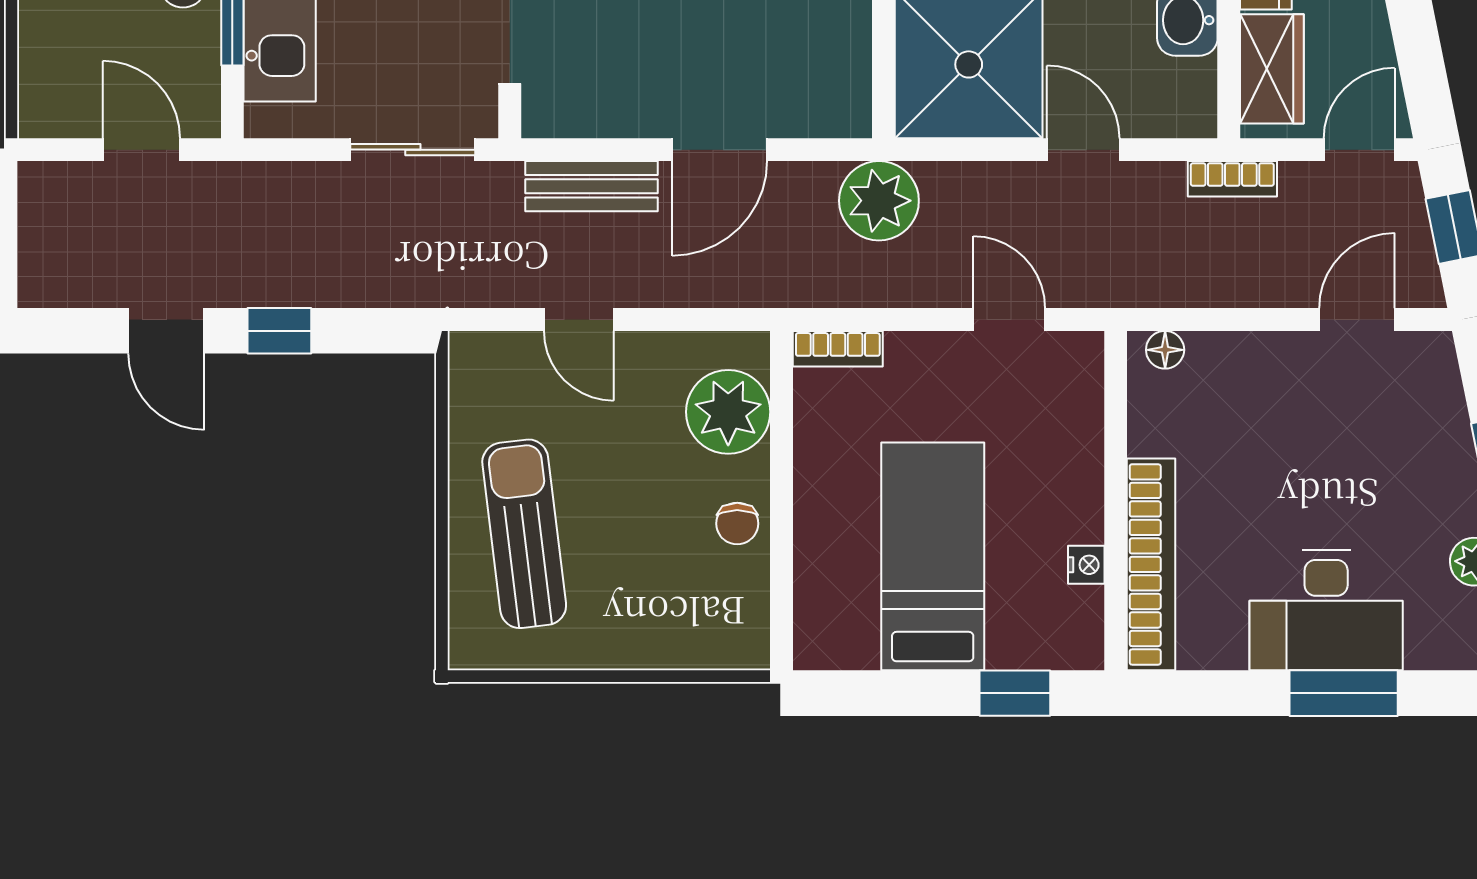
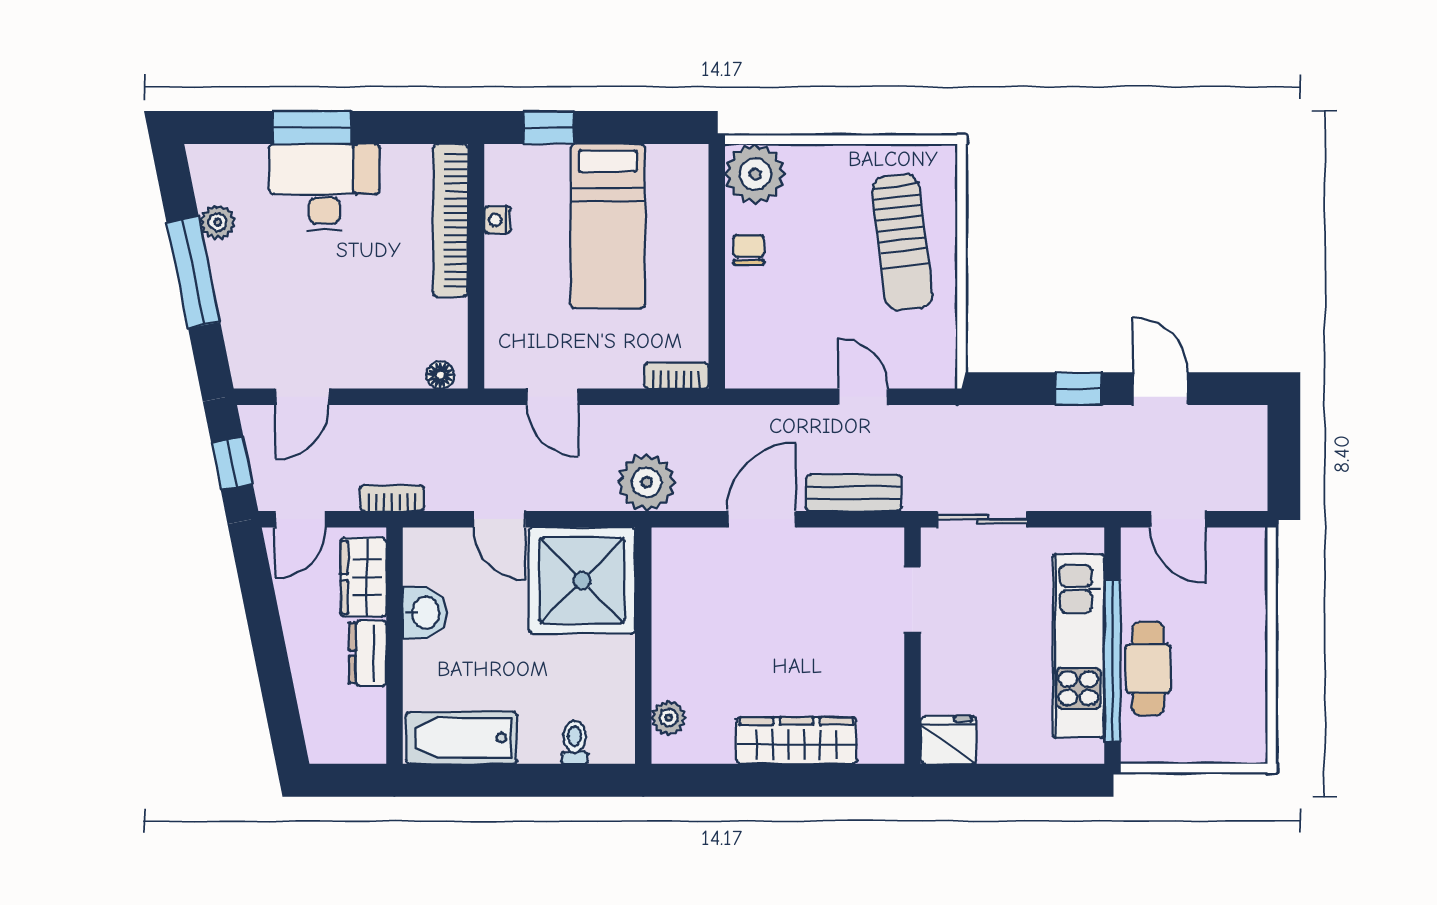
plant: (728, 412) -> (755, 174), moved

